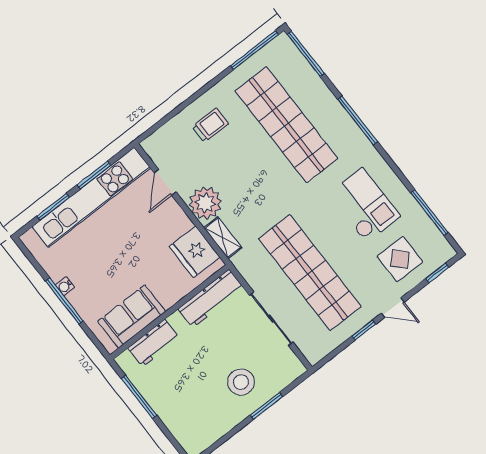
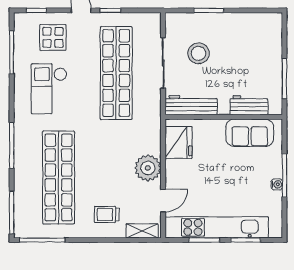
shelving: (223, 238) -> (142, 231), moved, turned 90
stool: (241, 382) -> (198, 53), moved

